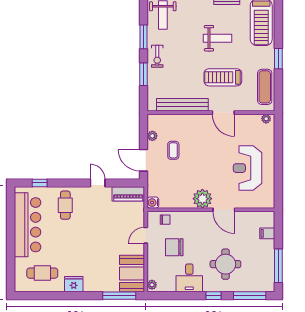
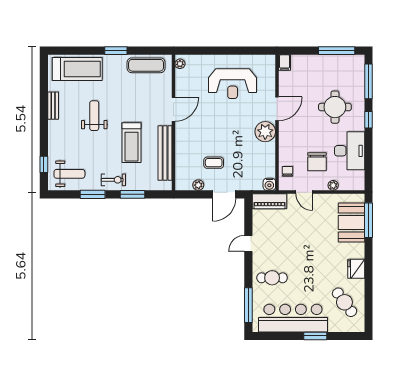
treadmill: (223, 77) -> (131, 143), moved
window: (40, 183) -> (248, 305), width x2.17
piano: (128, 194) -> (269, 201), moved, turned 90
filing cabinet: (267, 233) -> (285, 63), moved
window: (11, 246) -> (315, 336), added
cafe table: (42, 273) -> (344, 302), turned -36
booth: (132, 274) -> (351, 222), moved, turned 90
desk: (189, 278) -> (350, 151), width x1.37
plant: (152, 285) -> (333, 185), moved

